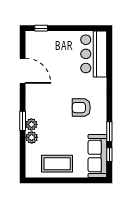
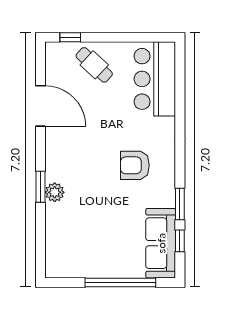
cafe table: (56, 45) -> (94, 65), added
plant: (32, 137) -> (55, 213), removed
coffee table: (57, 164) -> (96, 255), removed
window: (72, 180) -> (120, 282), added

